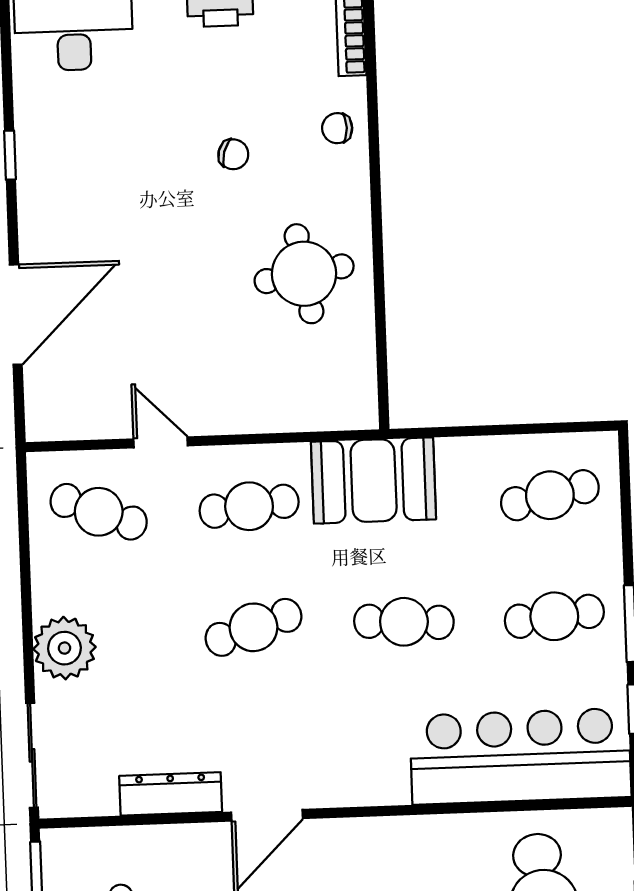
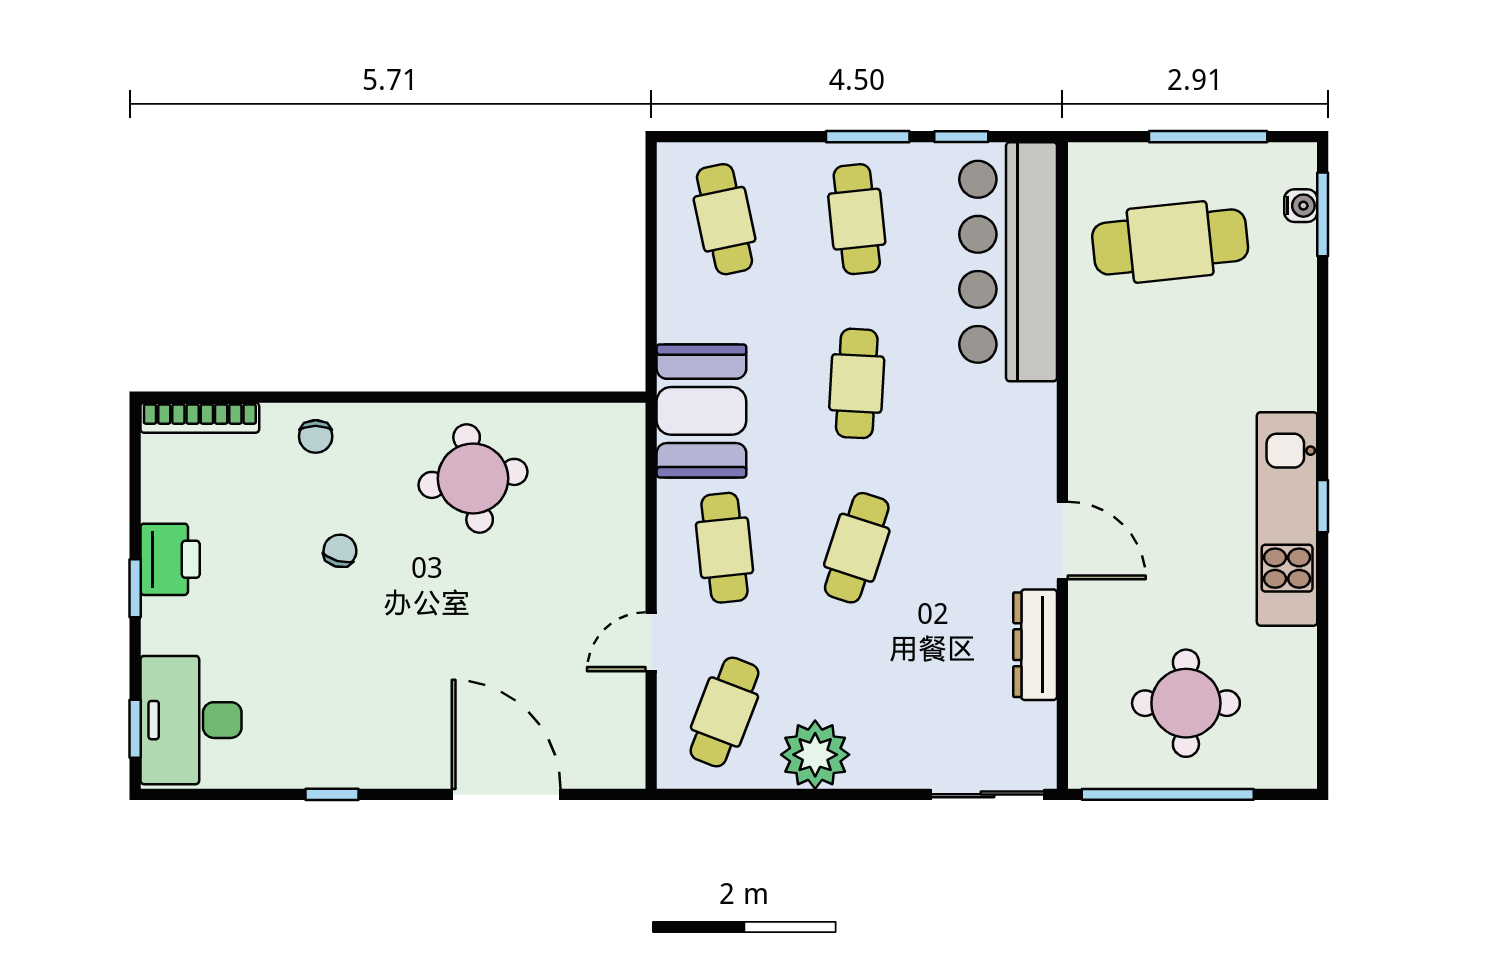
cafe table: (254, 627) -> (857, 548), turned 36
plant: (64, 648) -> (815, 755), moved

